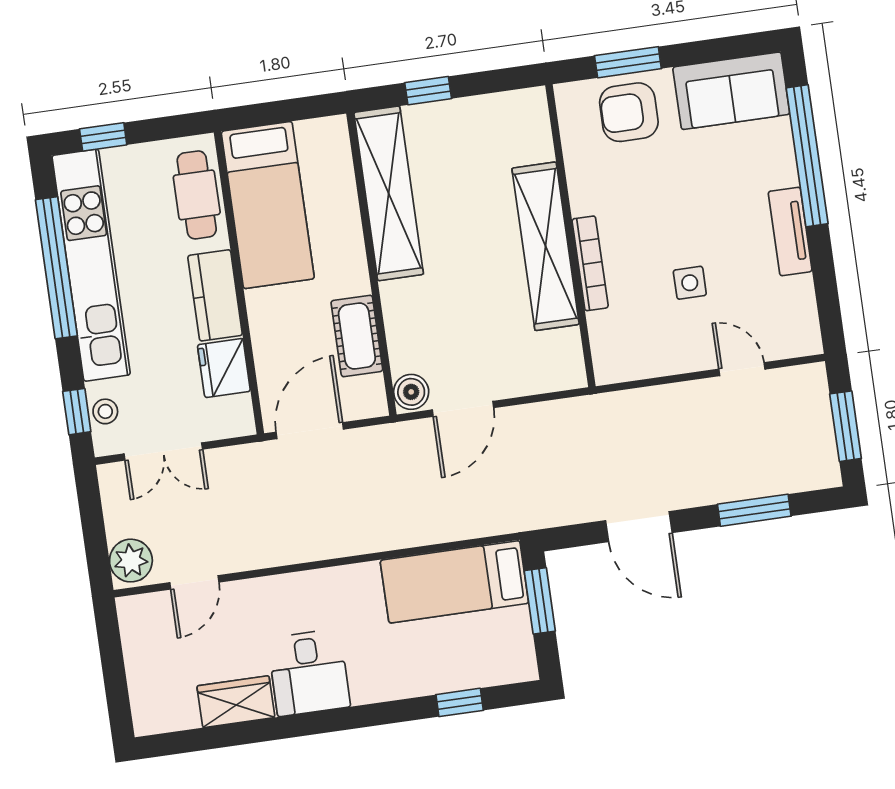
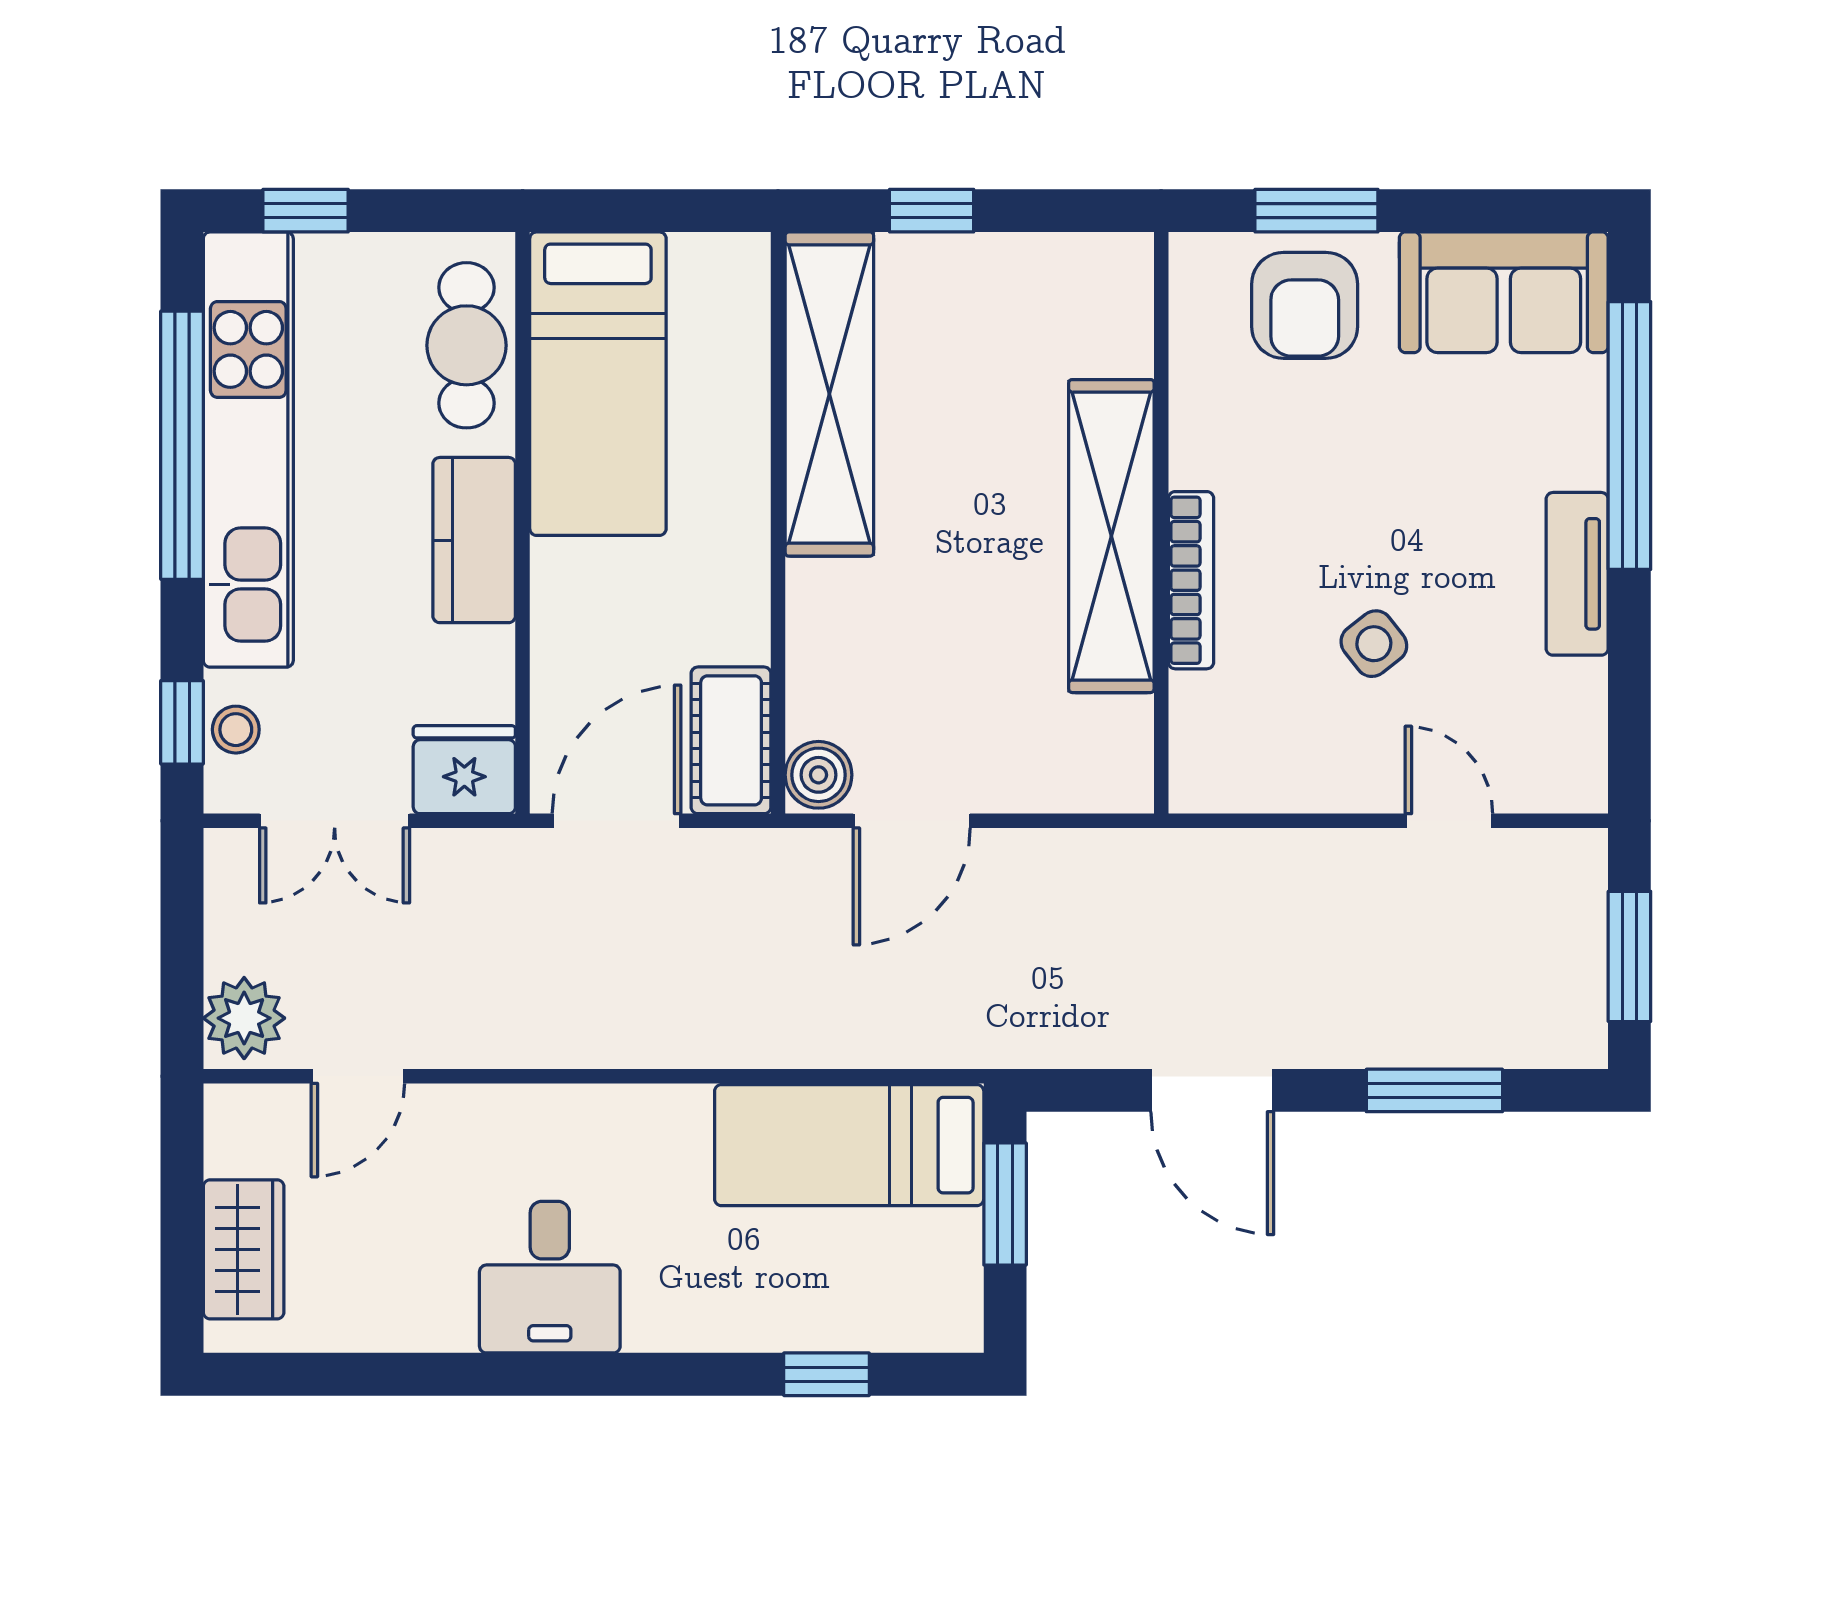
armchair: (629, 112) -> (1305, 305), turned -90
side table: (690, 283) -> (1374, 644), turned -38
cot: (357, 336) -> (731, 740), moved
fridge: (224, 368) -> (464, 770), moved, turned 90
wardrobe: (236, 702) -> (244, 1249), moved, turned 90

